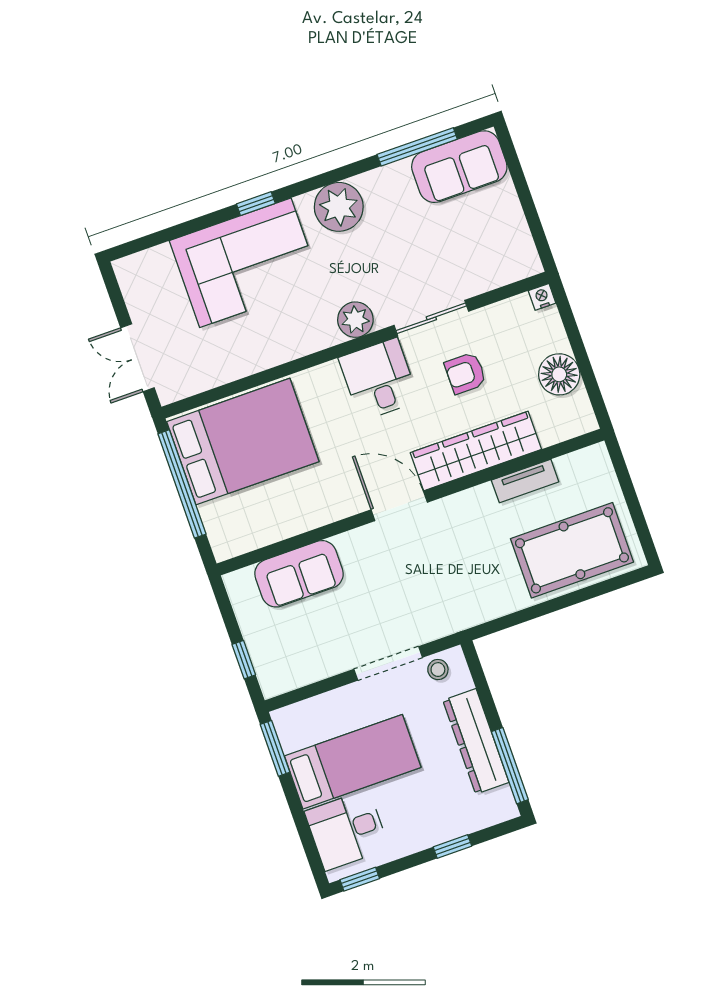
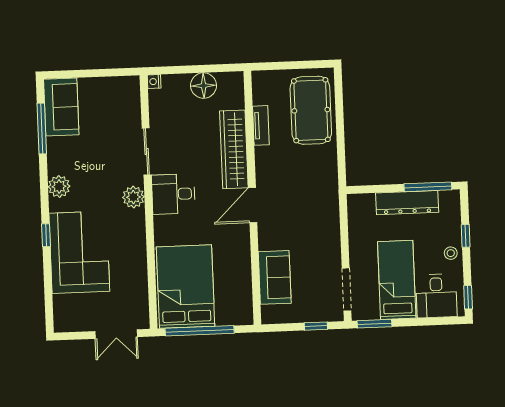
plant: (339, 207) -> (59, 186), width x0.73, depth x0.73
armchair: (465, 373) -> (186, 141), removed
doorway: (388, 663) -> (347, 290), moved
stool: (438, 670) -> (451, 253), moved

